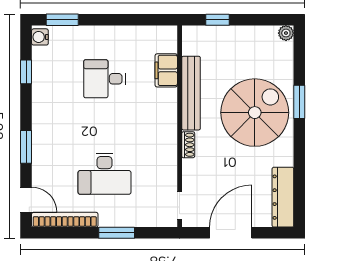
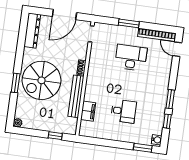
window: (26, 147) -> (170, 99), moved

